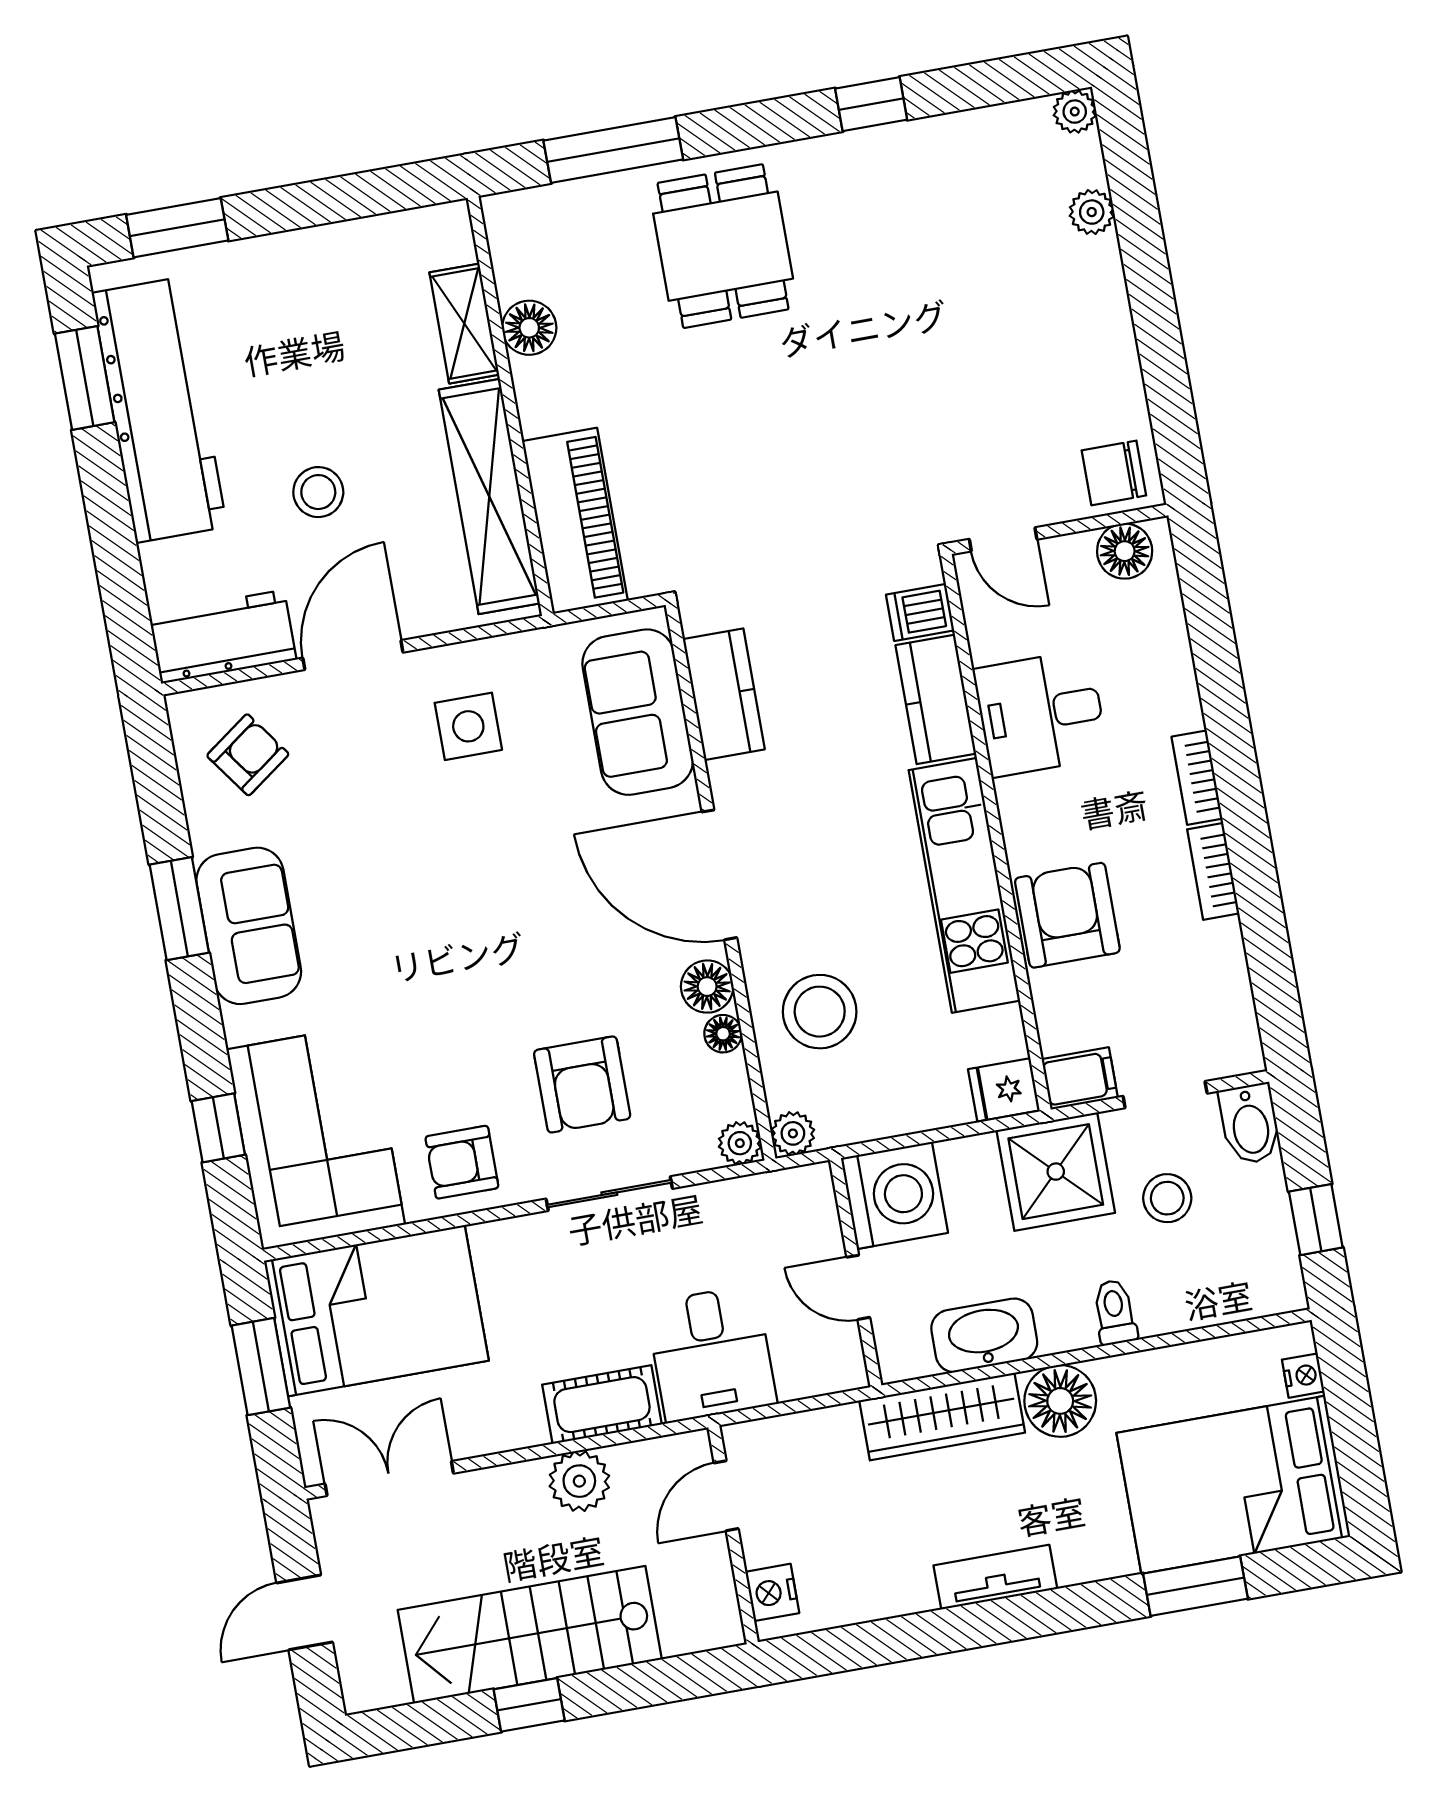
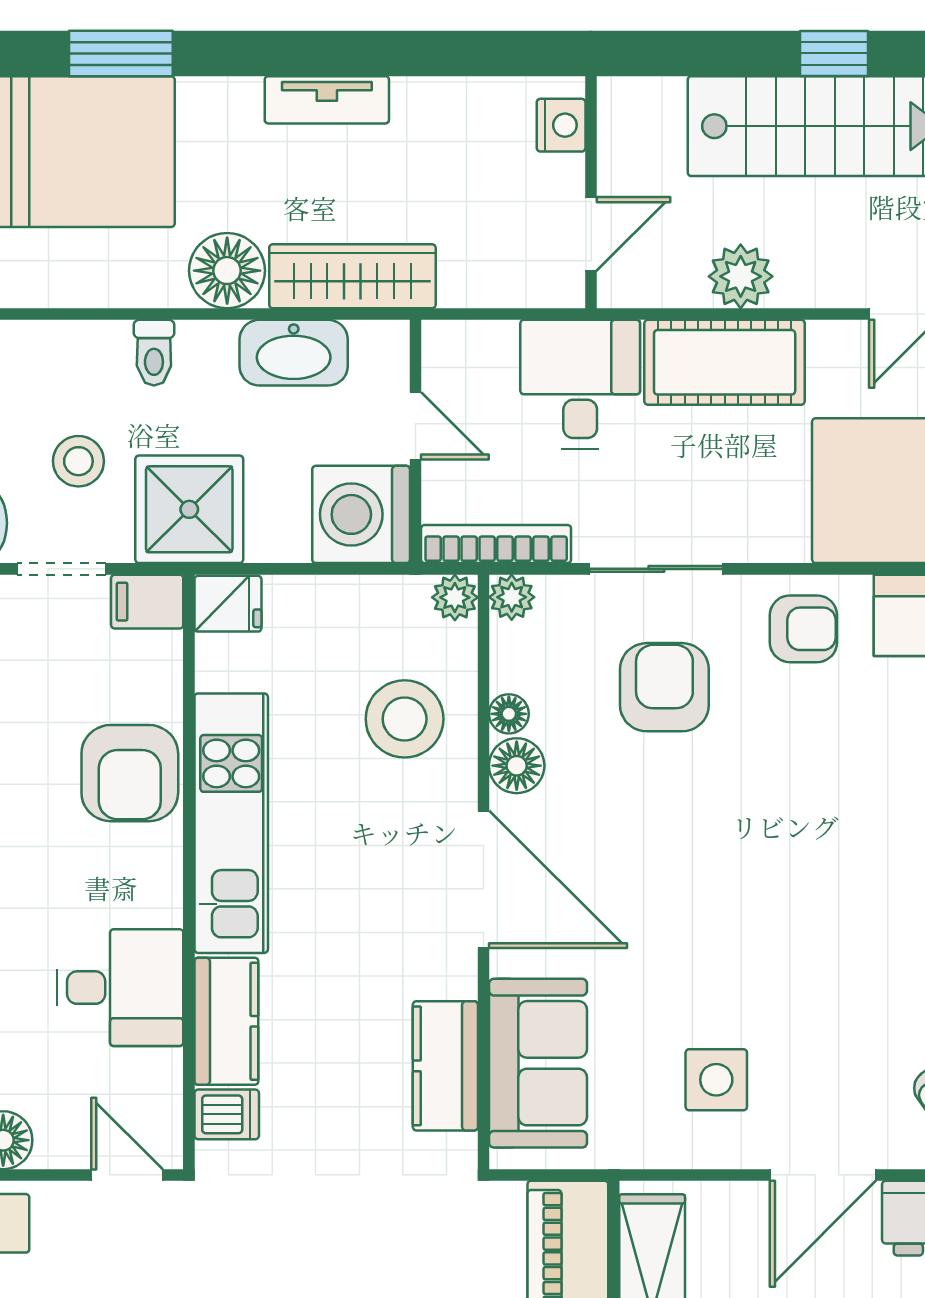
bookcase: (763, 1190) -> (496, 544), added
cot: (602, 1405) -> (725, 362), width x1.37, depth x1.34

